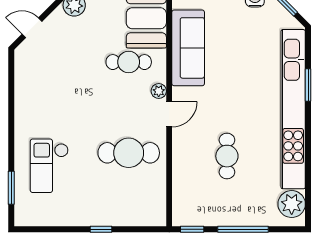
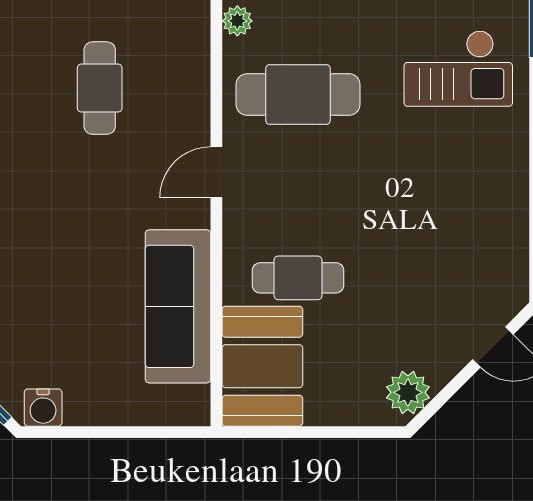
plant: (159, 91) -> (237, 21), moved
checkout: (49, 166) -> (458, 68), turned 90

